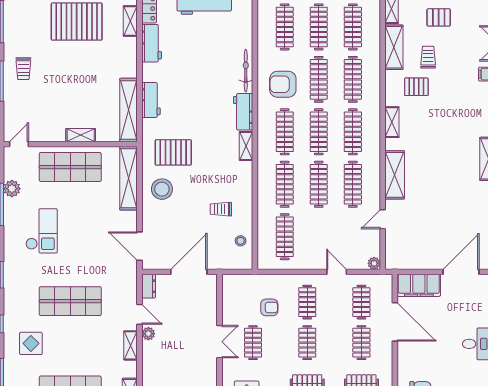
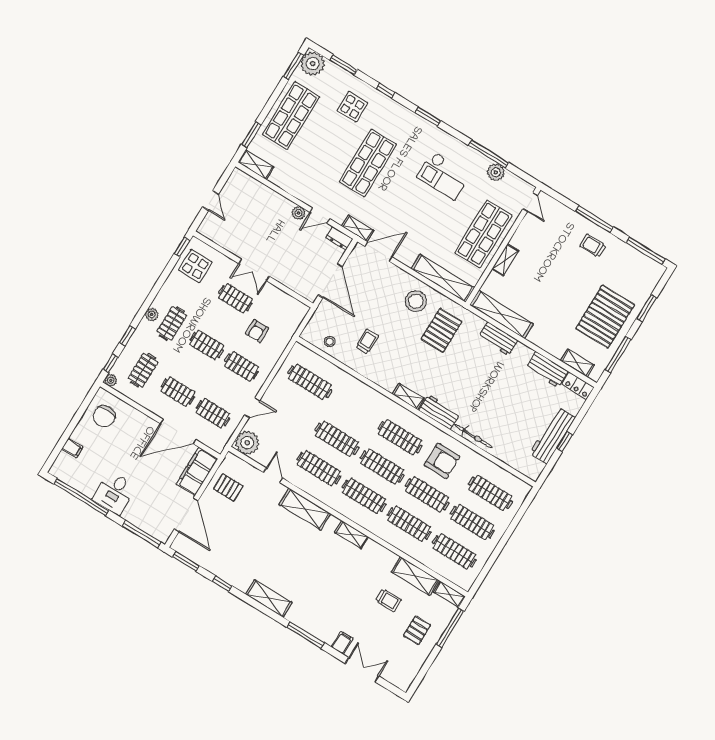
armchair: (283, 84) -> (442, 461), turned 90
pallet: (416, 87) -> (228, 487), moved, turned 90
clothes rail: (285, 184) -> (355, 409), removed
plant: (374, 263) -> (247, 443), width x1.87, depth x1.87
shelving: (131, 345) -> (358, 228), moved

